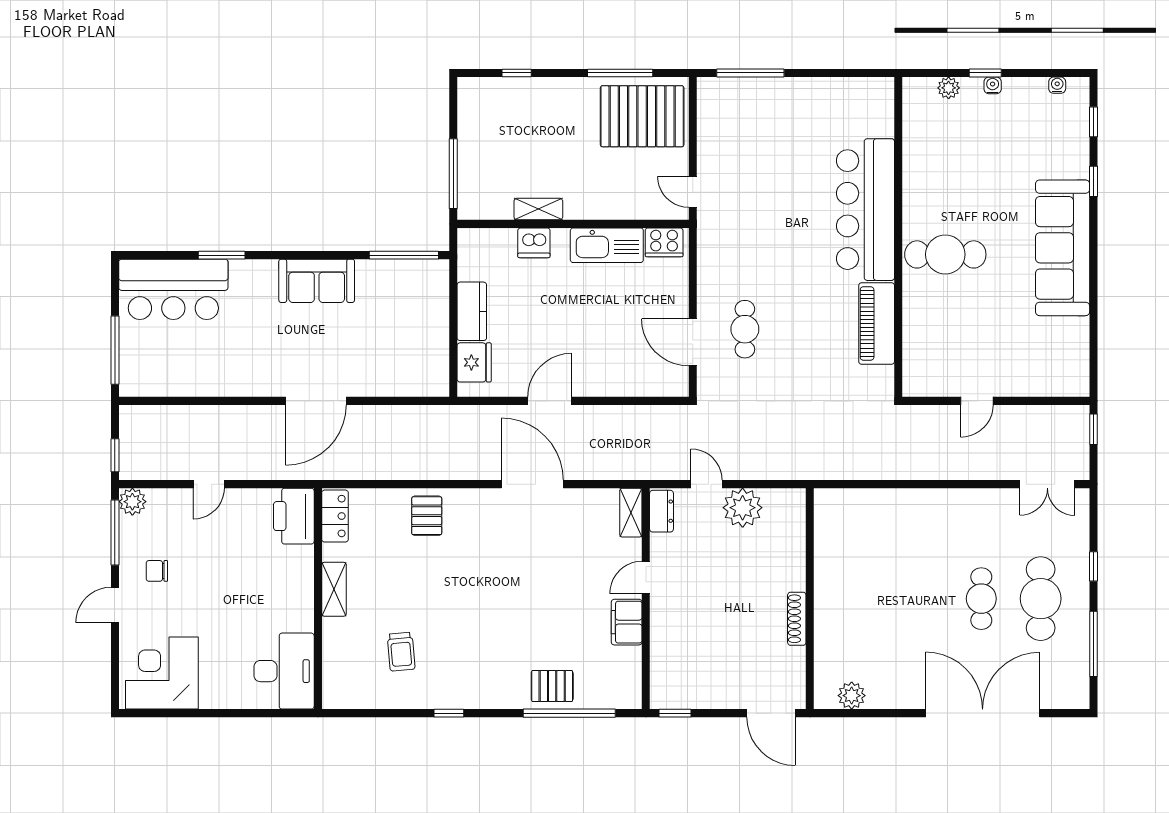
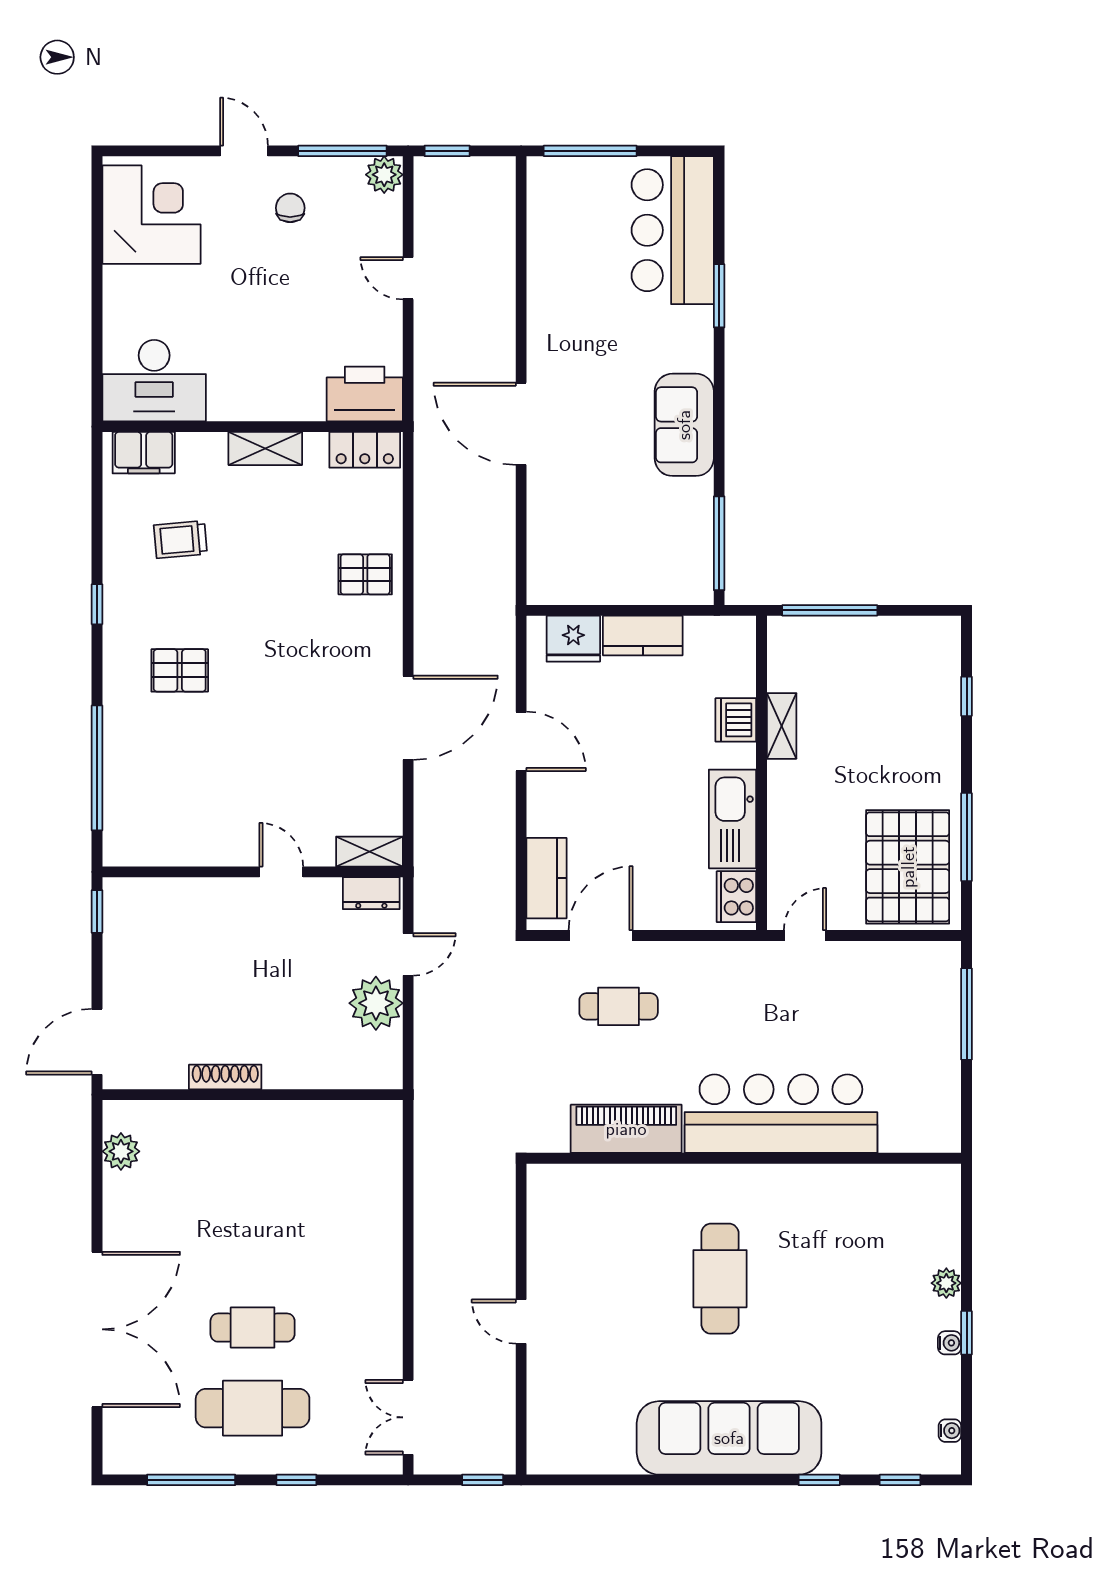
bar counter: (865, 210) -> (781, 1114), moved
wall: (898, 237) -> (744, 1158), moved
piano: (877, 323) -> (626, 1129), moved
kitchen counter: (650, 382) -> (547, 878), added
filing cabinet: (627, 622) -> (144, 453), moved, turned 180
pallet: (552, 686) -> (180, 670), moved, turned 90

